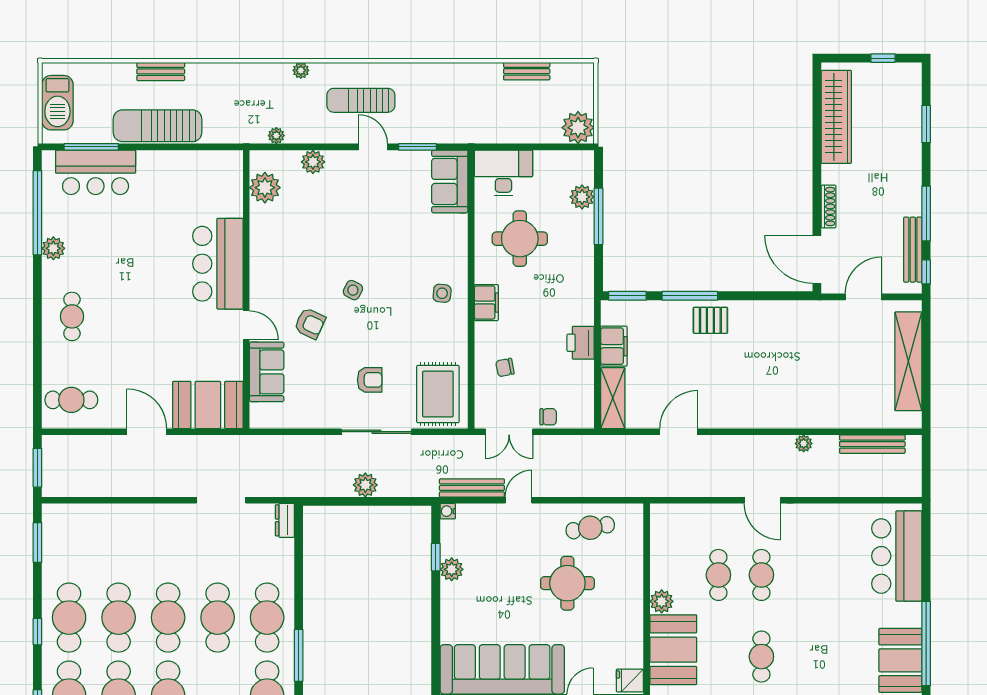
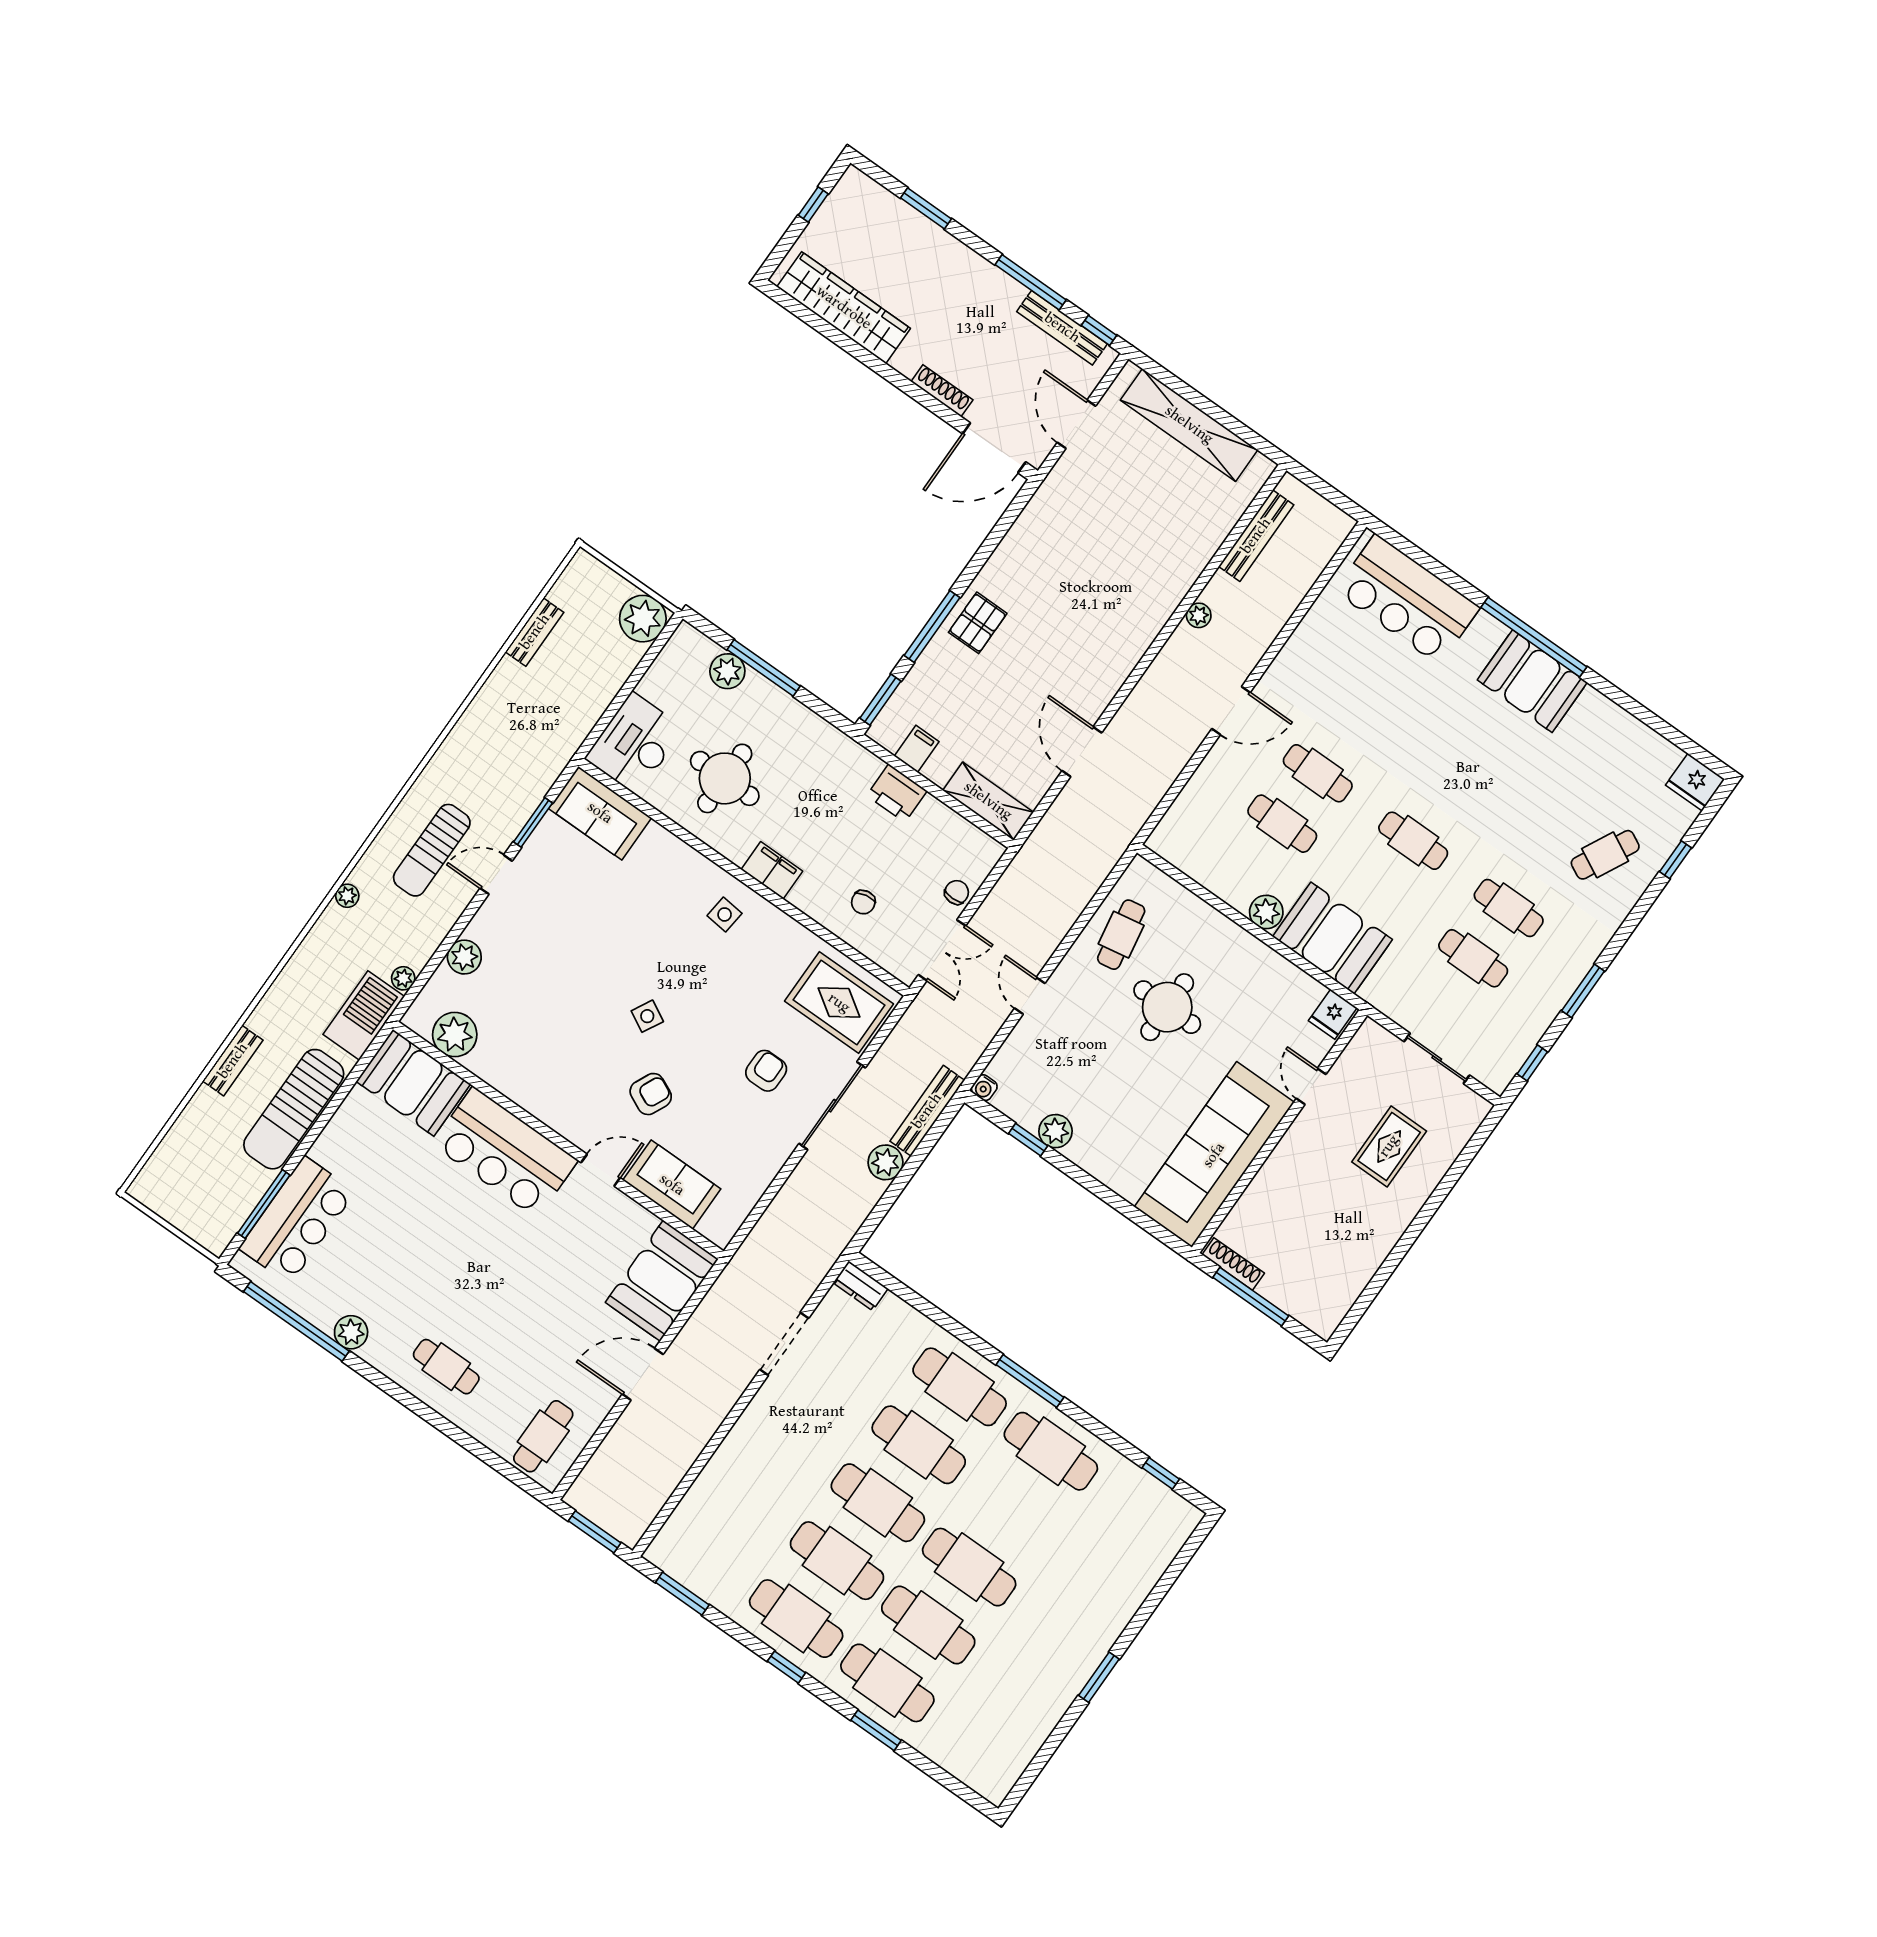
barbecue: (57, 103) -> (364, 1015), moved, turned -90
booth: (221, 183) -> (413, 1083), added
filing cabinet: (614, 346) -> (917, 749), width x0.50
bench: (472, 488) -> (927, 1111), moved

